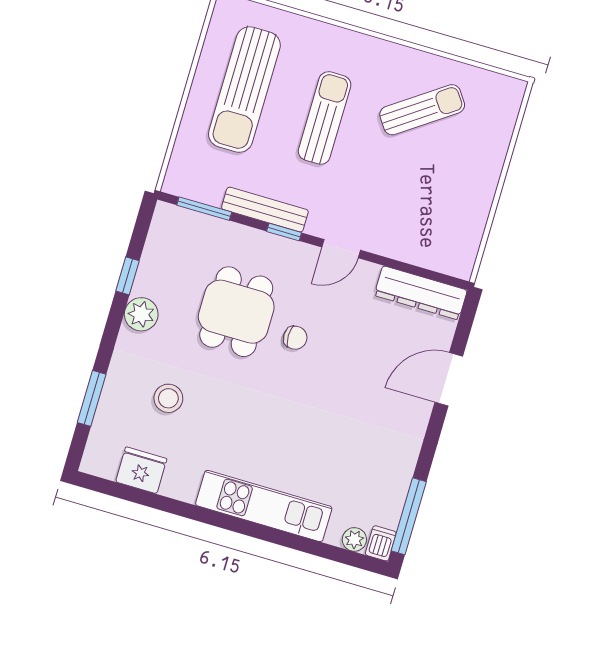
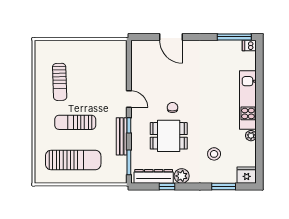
sun lounger: (422, 110) -> (60, 82), turned -147
dresser: (421, 293) -> (154, 176), moved, turned -90
fridge: (141, 470) -> (247, 175), moved, turned 90
plant: (354, 539) -> (251, 136), moved

